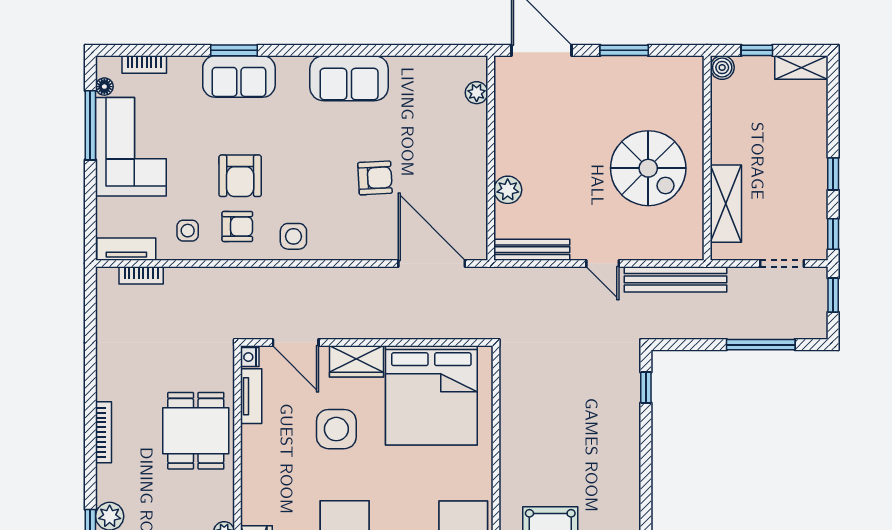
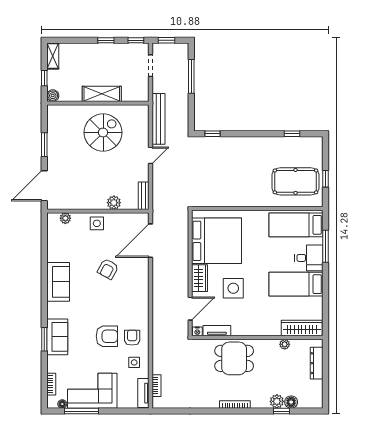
armchair: (375, 178) -> (108, 269), turned -148
shelving: (726, 204) -> (102, 94), moved
side table: (293, 236) -> (97, 223), moved
bench: (532, 250) -> (144, 196), width x0.73

